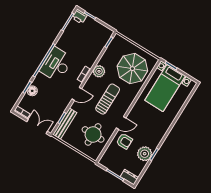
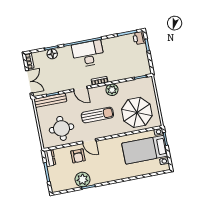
dresser: (129, 177) -> (50, 158), moved

